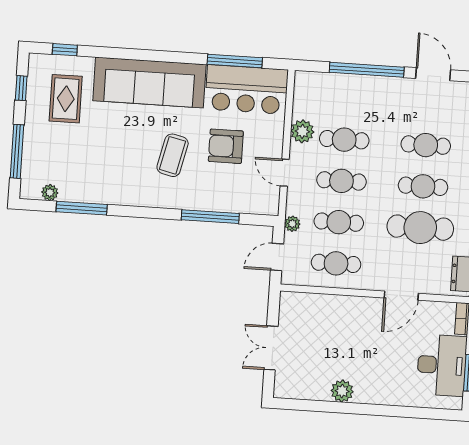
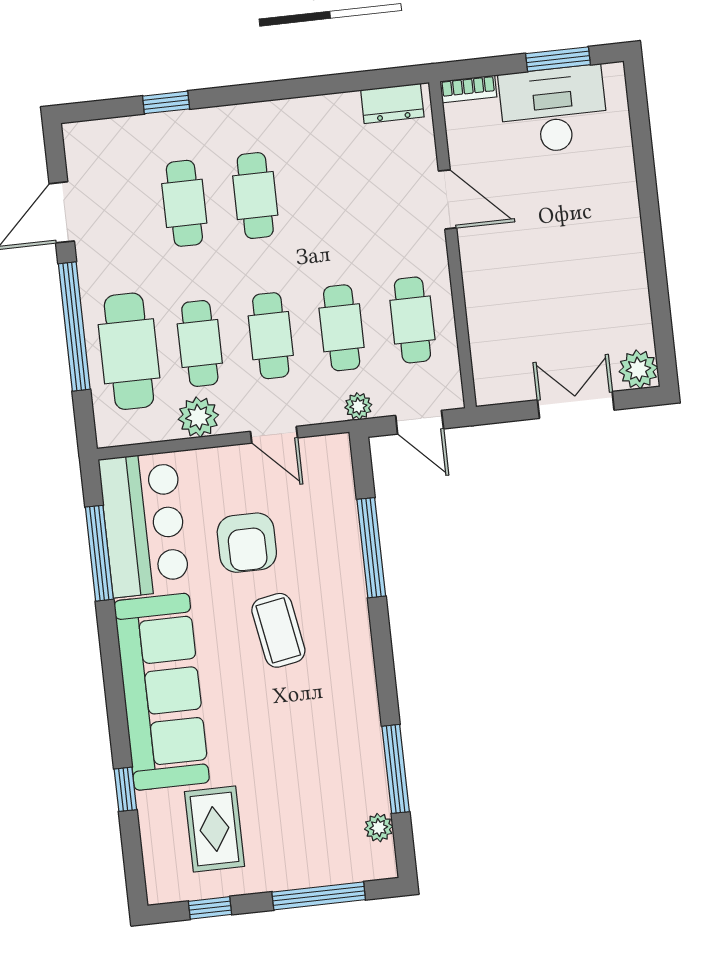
window: (65, 50) -> (125, 789), moved
rug: (66, 99) -> (214, 829), turned 90
coffee table: (173, 155) -> (278, 630), turned 67
door: (285, 173) -> (274, 435), hinge flipped
cafe table: (420, 228) -> (129, 351), moved
double door: (271, 348) -> (576, 405), swing flipped
plant: (342, 391) -> (638, 369), moved

